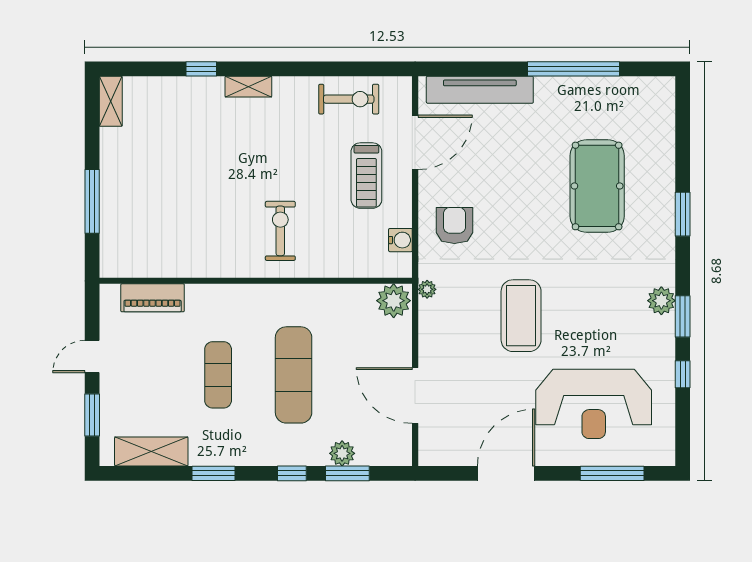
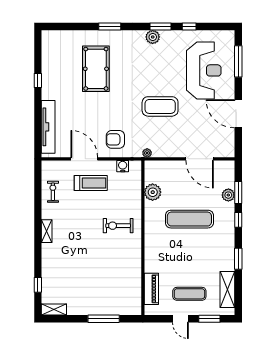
window: (201, 69) -> (38, 285), moved
window: (574, 69) -> (38, 80), width x0.32
shelving: (248, 87) -> (47, 231), moved
exercise bike: (349, 99) -> (53, 192), width x0.73, depth x0.72
door: (415, 142) -> (84, 159), moved
pool table: (597, 186) -> (96, 69), turned 90
plant: (394, 301) -> (153, 192), moved
exercise mat: (218, 375) -> (189, 294), moved
door: (415, 396) -> (200, 159), hinge flipped

